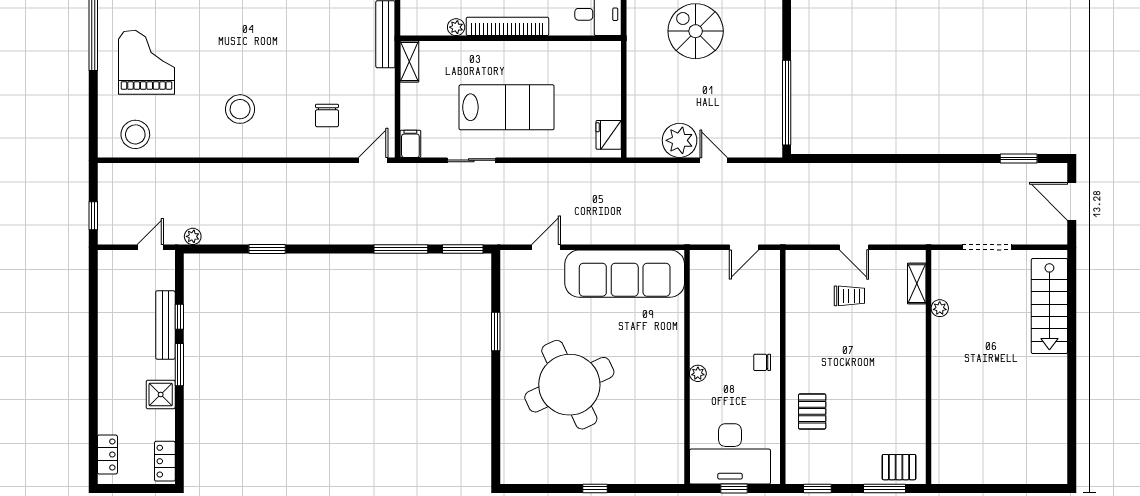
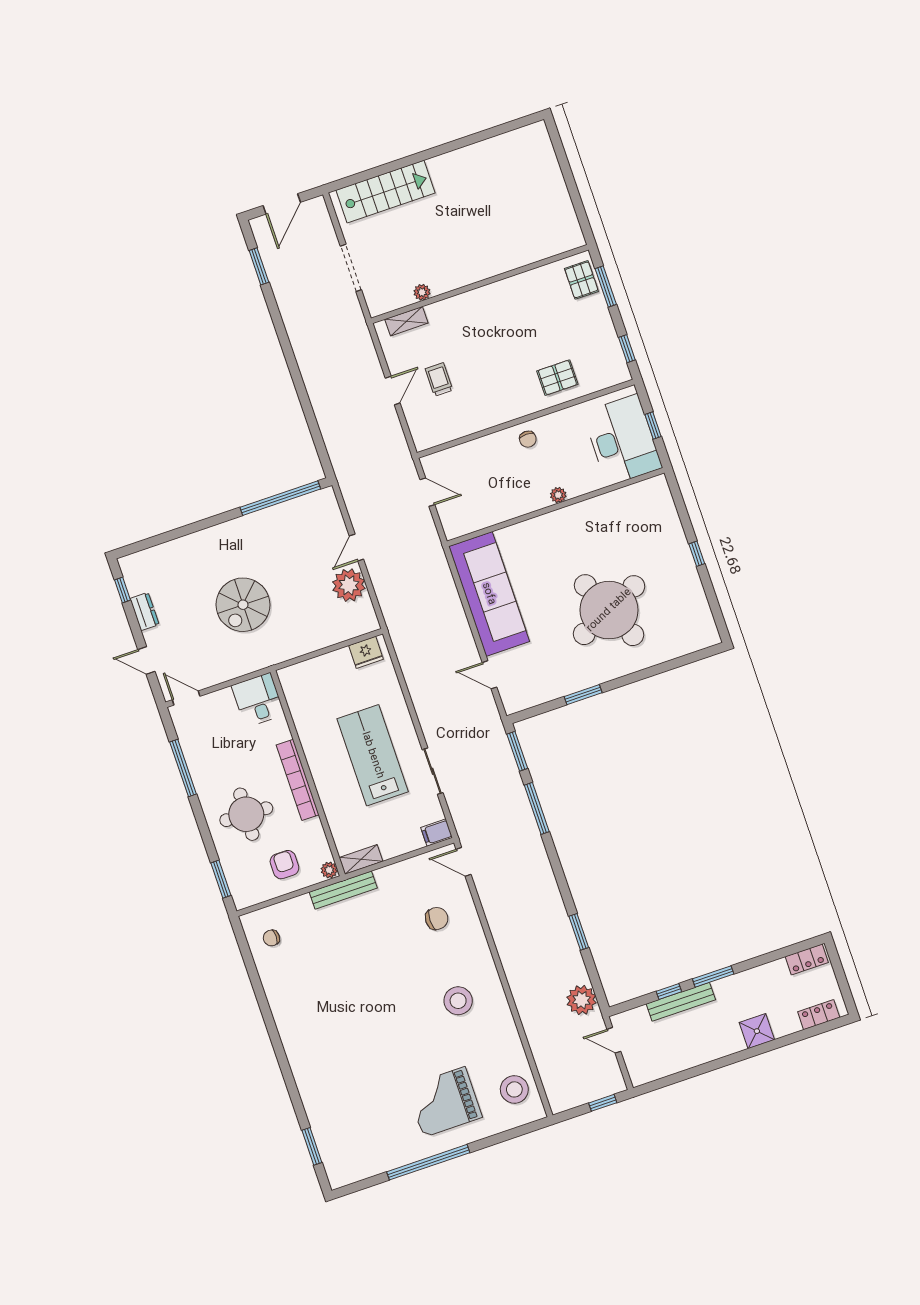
plant: (456, 27) -> (329, 870), moved
plant: (193, 236) -> (582, 1000), width x1.87, depth x1.87
shower: (161, 395) -> (757, 1031), moved

